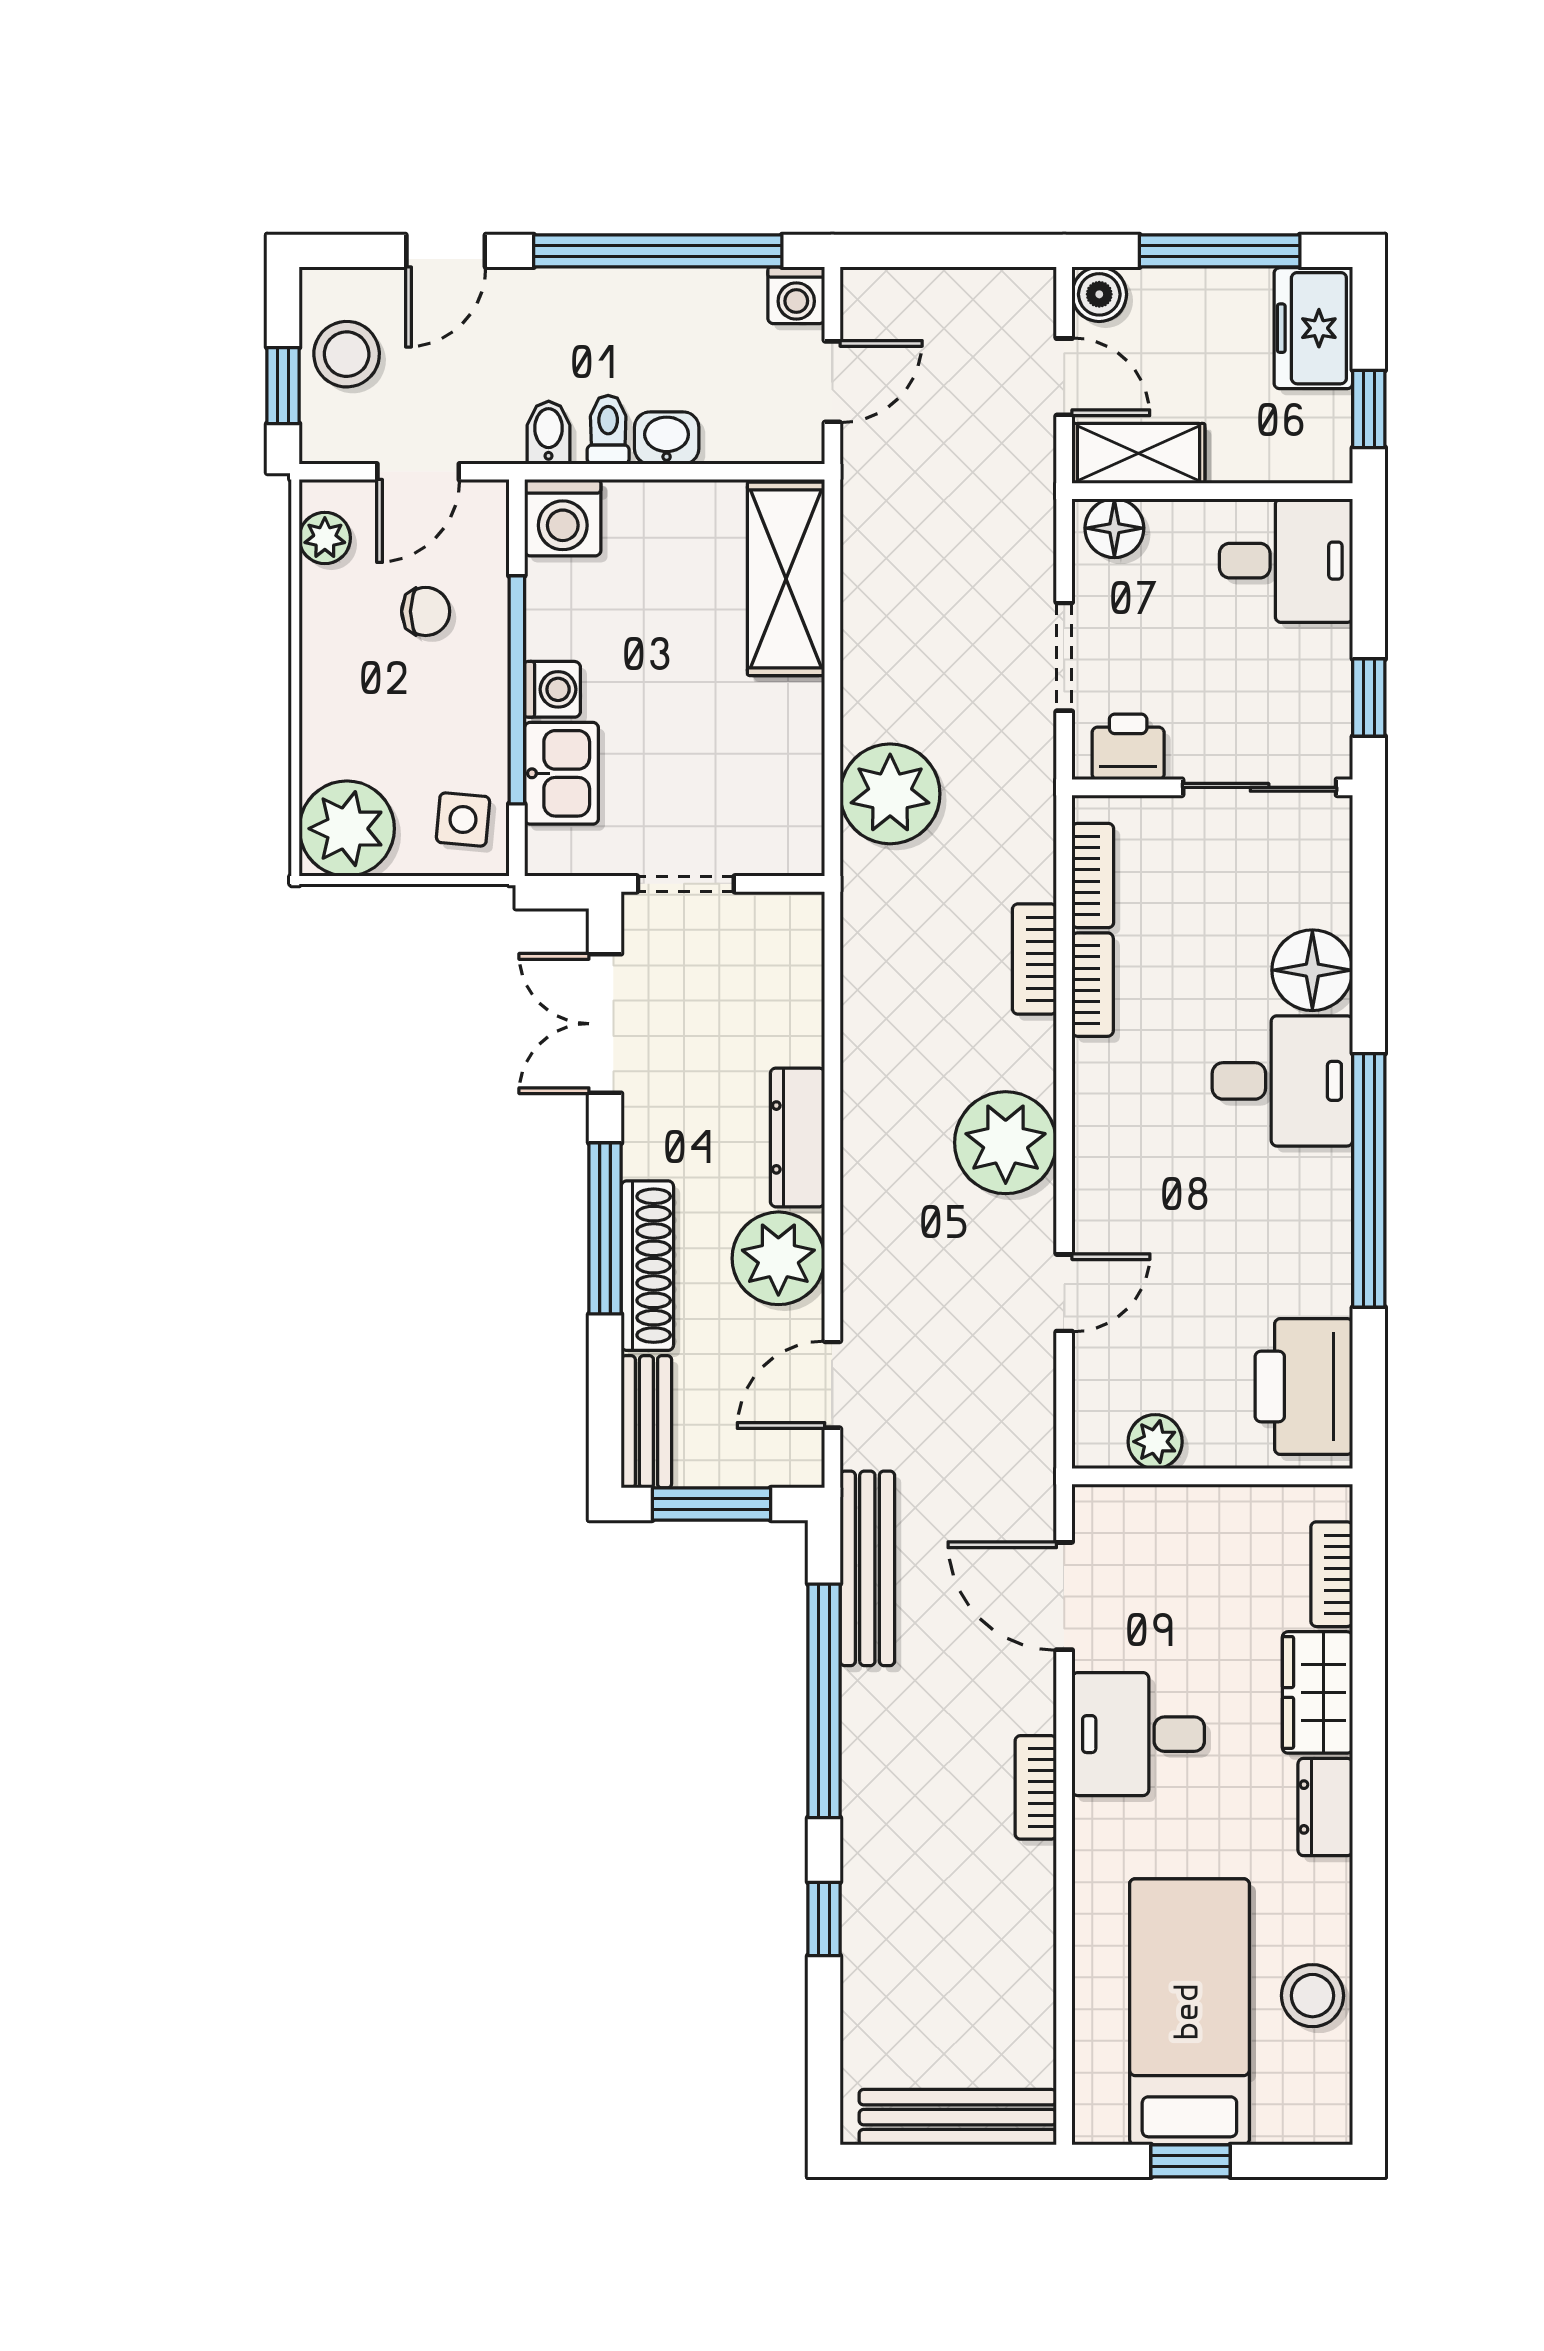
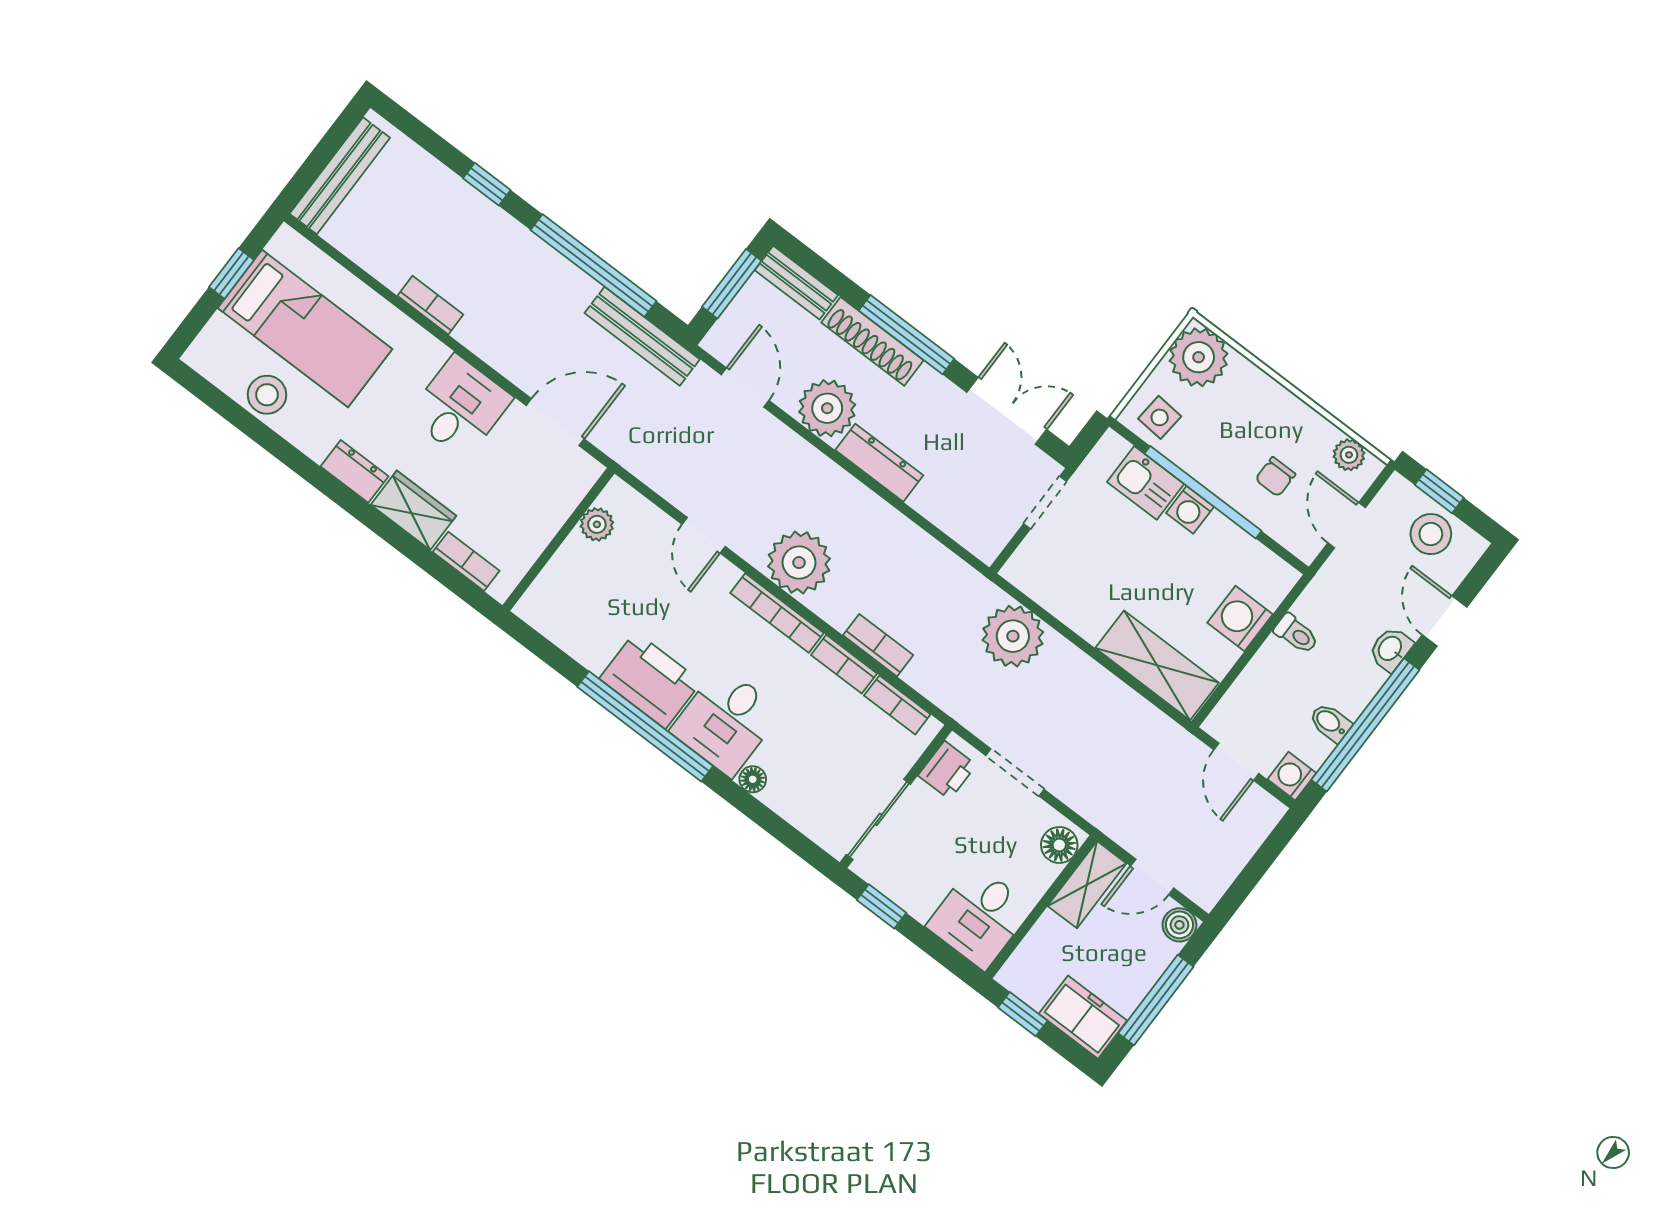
bidet: (549, 433) -> (1330, 723), moved, turned 180
washbasin: (667, 438) -> (1391, 649), moved, turned 180
washing machine: (563, 518) -> (1240, 619), moved
floor lamp: (1312, 970) -> (753, 779), width x0.53, depth x0.53
bookcase: (1092, 1122) -> (777, 613), added
printer: (1304, 1386) -> (650, 680), moved
bookcase: (1036, 1787) -> (430, 305), moved

